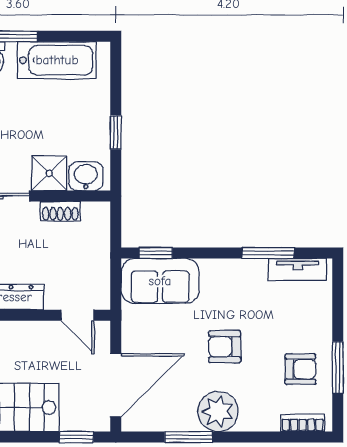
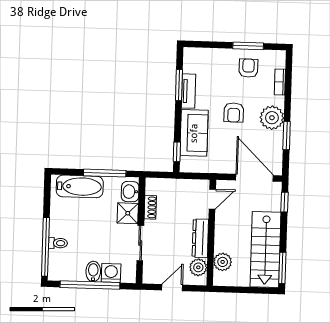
bathtub: (57, 60) -> (80, 186), moved, turned 90
window: (116, 132) -> (105, 173), width x2.17
tv unit: (298, 269) -> (189, 91), moved
sofa: (160, 281) -> (194, 133), moved
bookcase: (303, 423) -> (280, 82), moved

